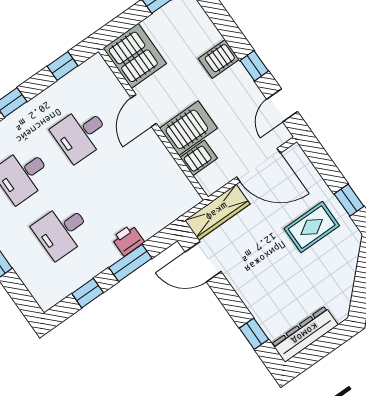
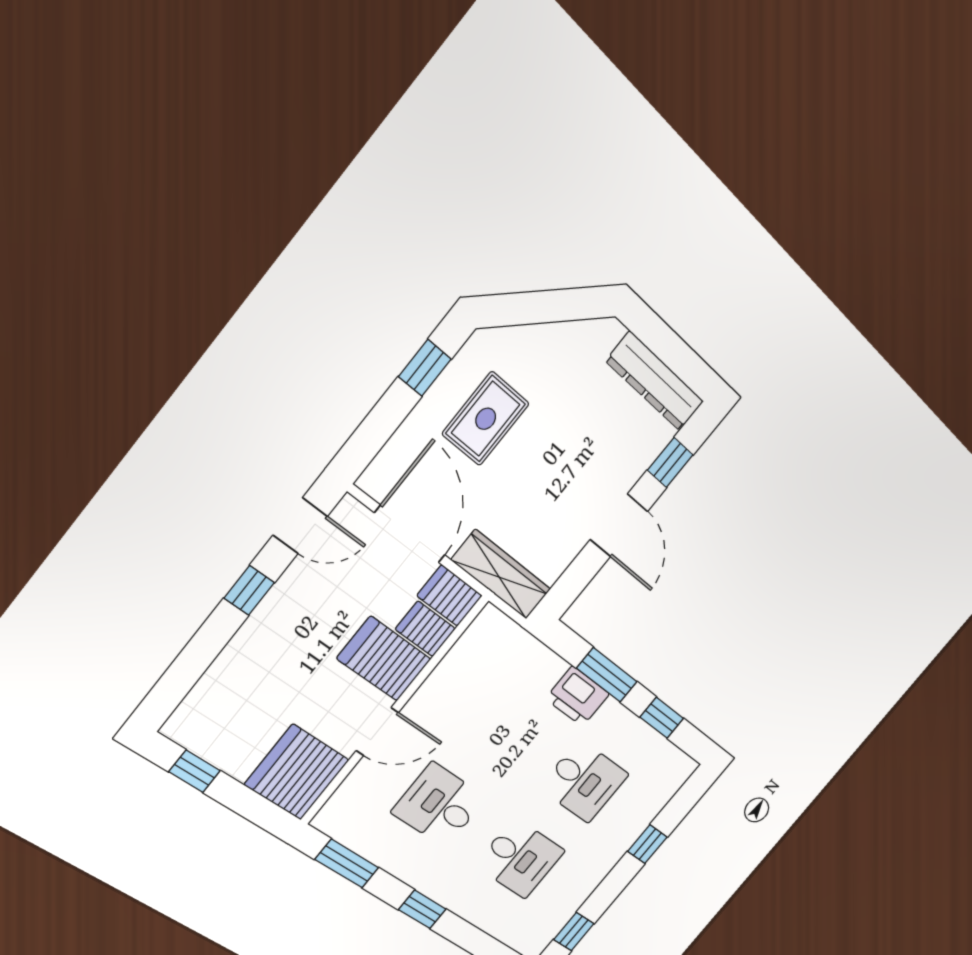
server rack: (219, 59) -> (450, 596), moved, turned 180
window: (62, 66) -> (347, 864), width x1.50
desk: (81, 134) -> (439, 805), turned 180
rug: (312, 227) -> (486, 419), turned 90
printer: (128, 240) -> (578, 696), width x1.36, depth x1.24
door: (203, 262) -> (619, 525), moved

